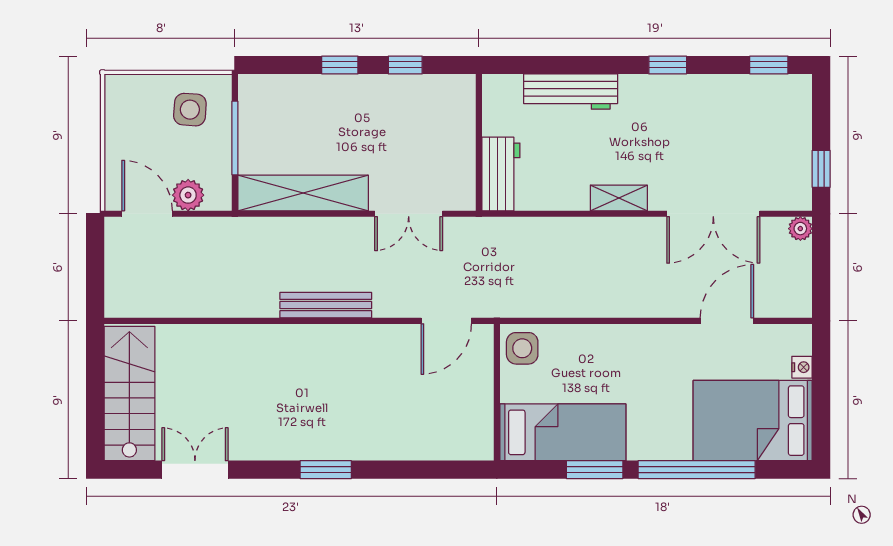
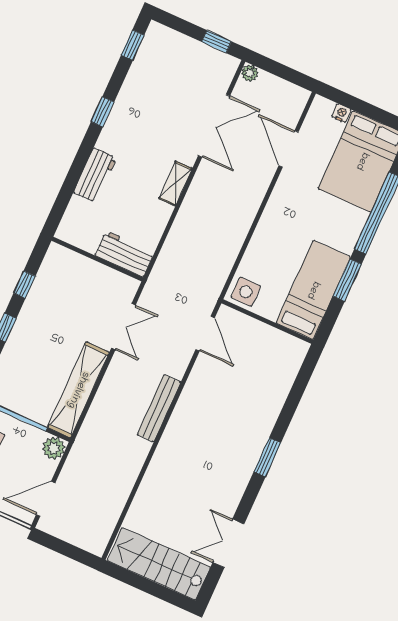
workbench: (571, 92) -> (95, 175), width x0.73
plant: (188, 195) -> (54, 448), moved

